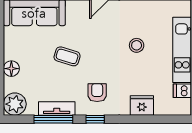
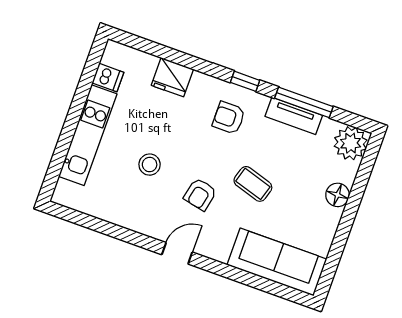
armchair: (98, 38) -> (200, 194), added
armchair: (97, 93) -> (229, 118), turned 90

